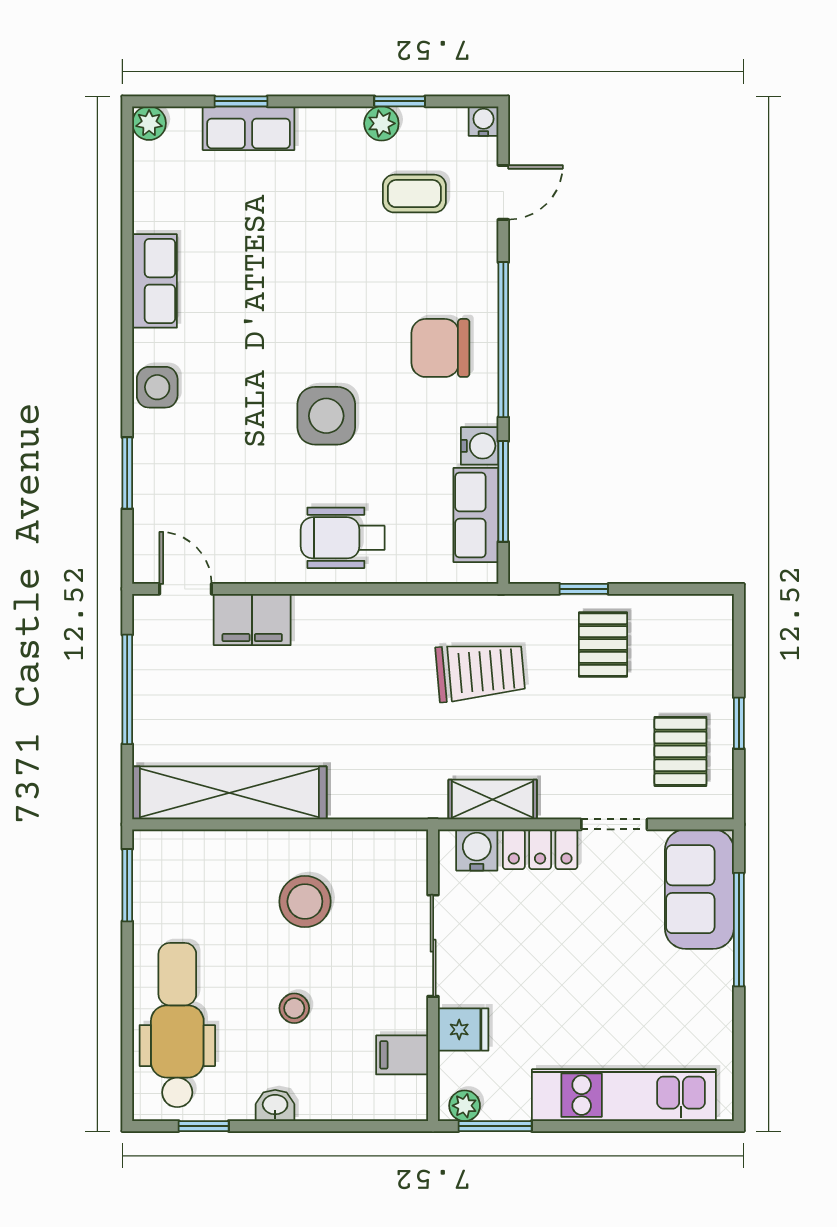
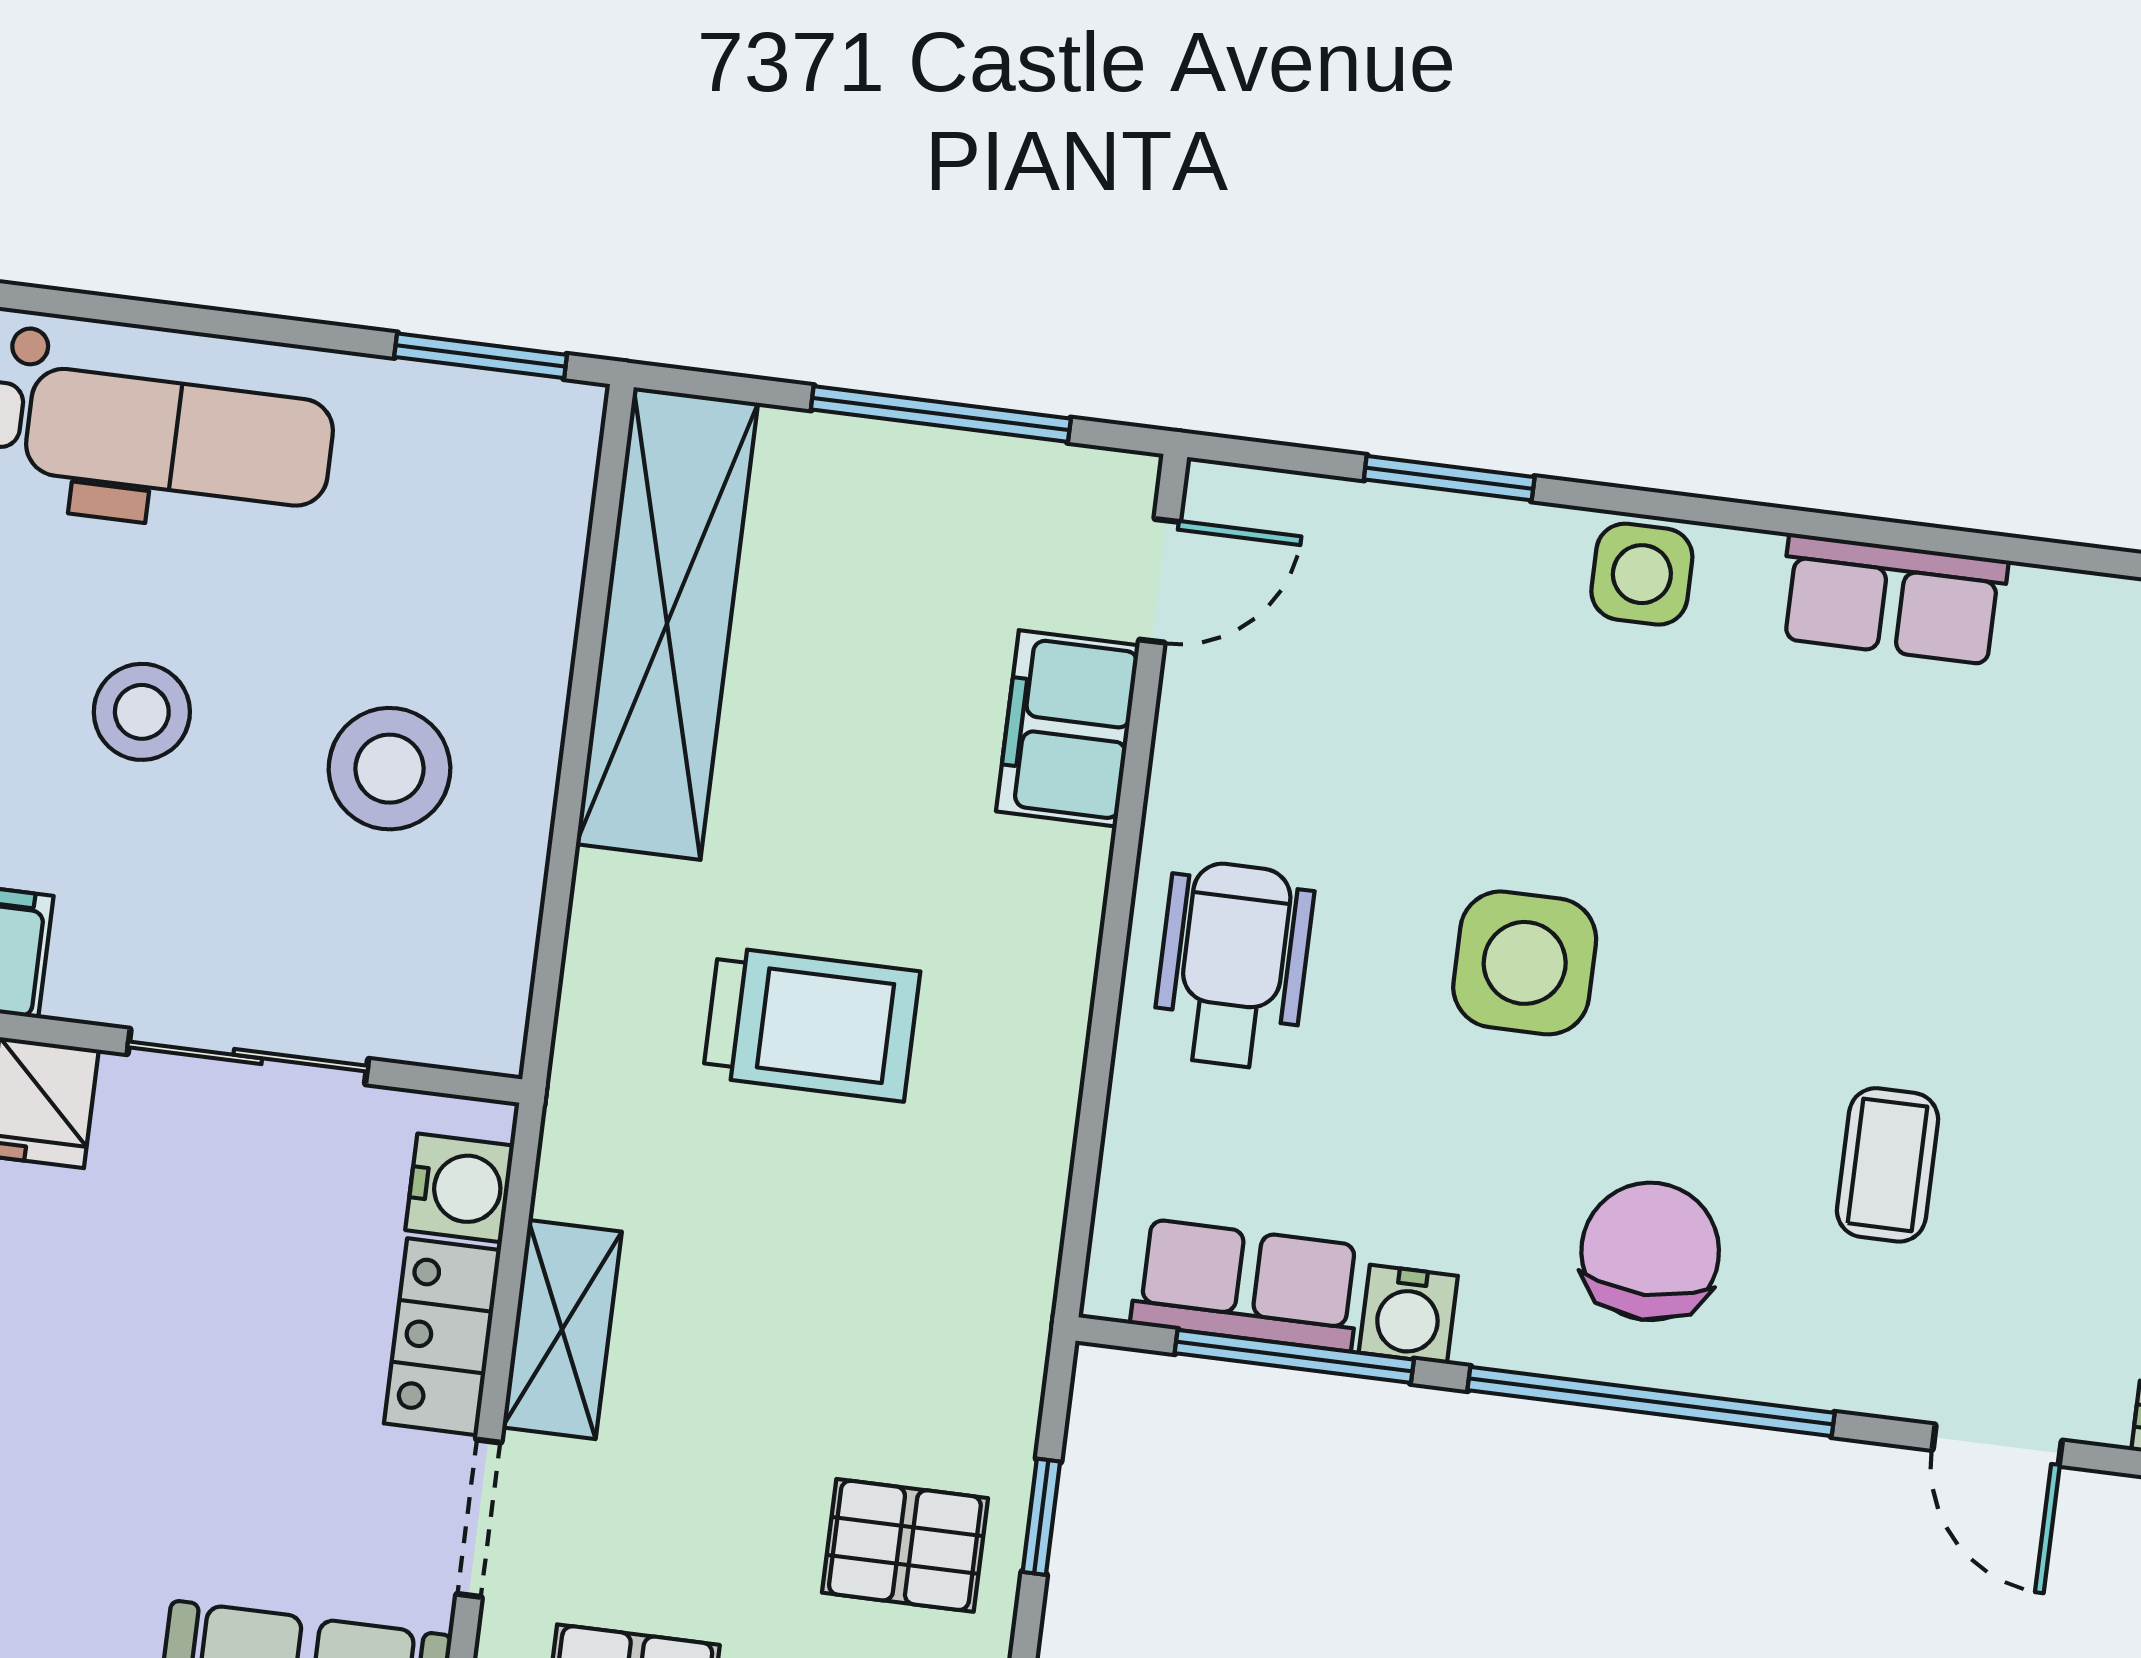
coffee table: (414, 194) -> (1888, 1165), moved
trolley: (480, 671) -> (811, 1024), moved, turned -85
shelving: (493, 800) -> (562, 1330), moved
stool: (294, 1008) -> (142, 712), width x1.37, depth x1.37

